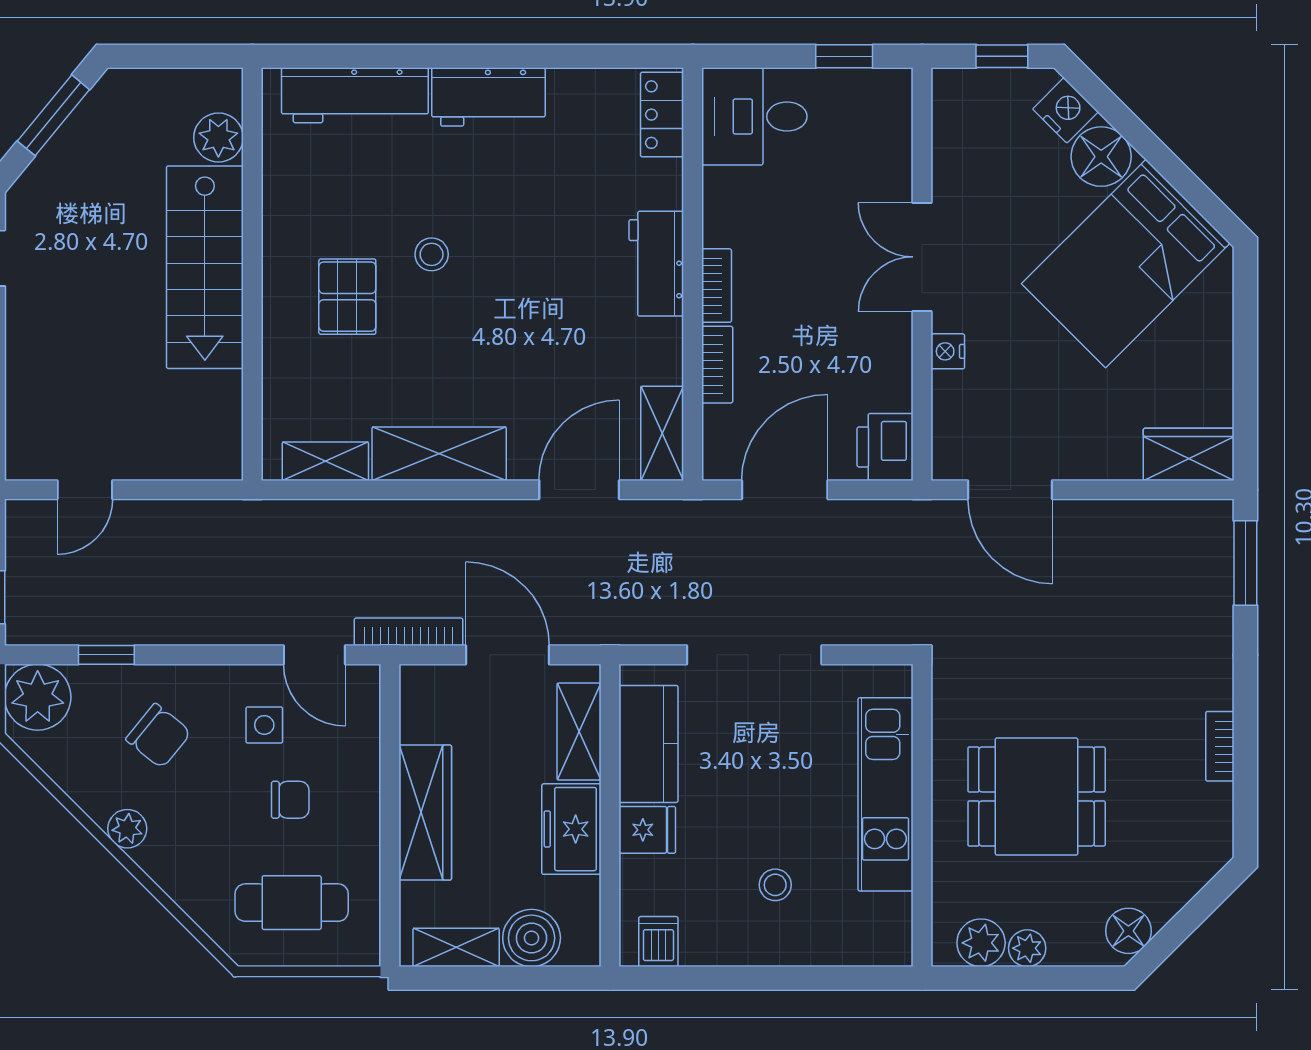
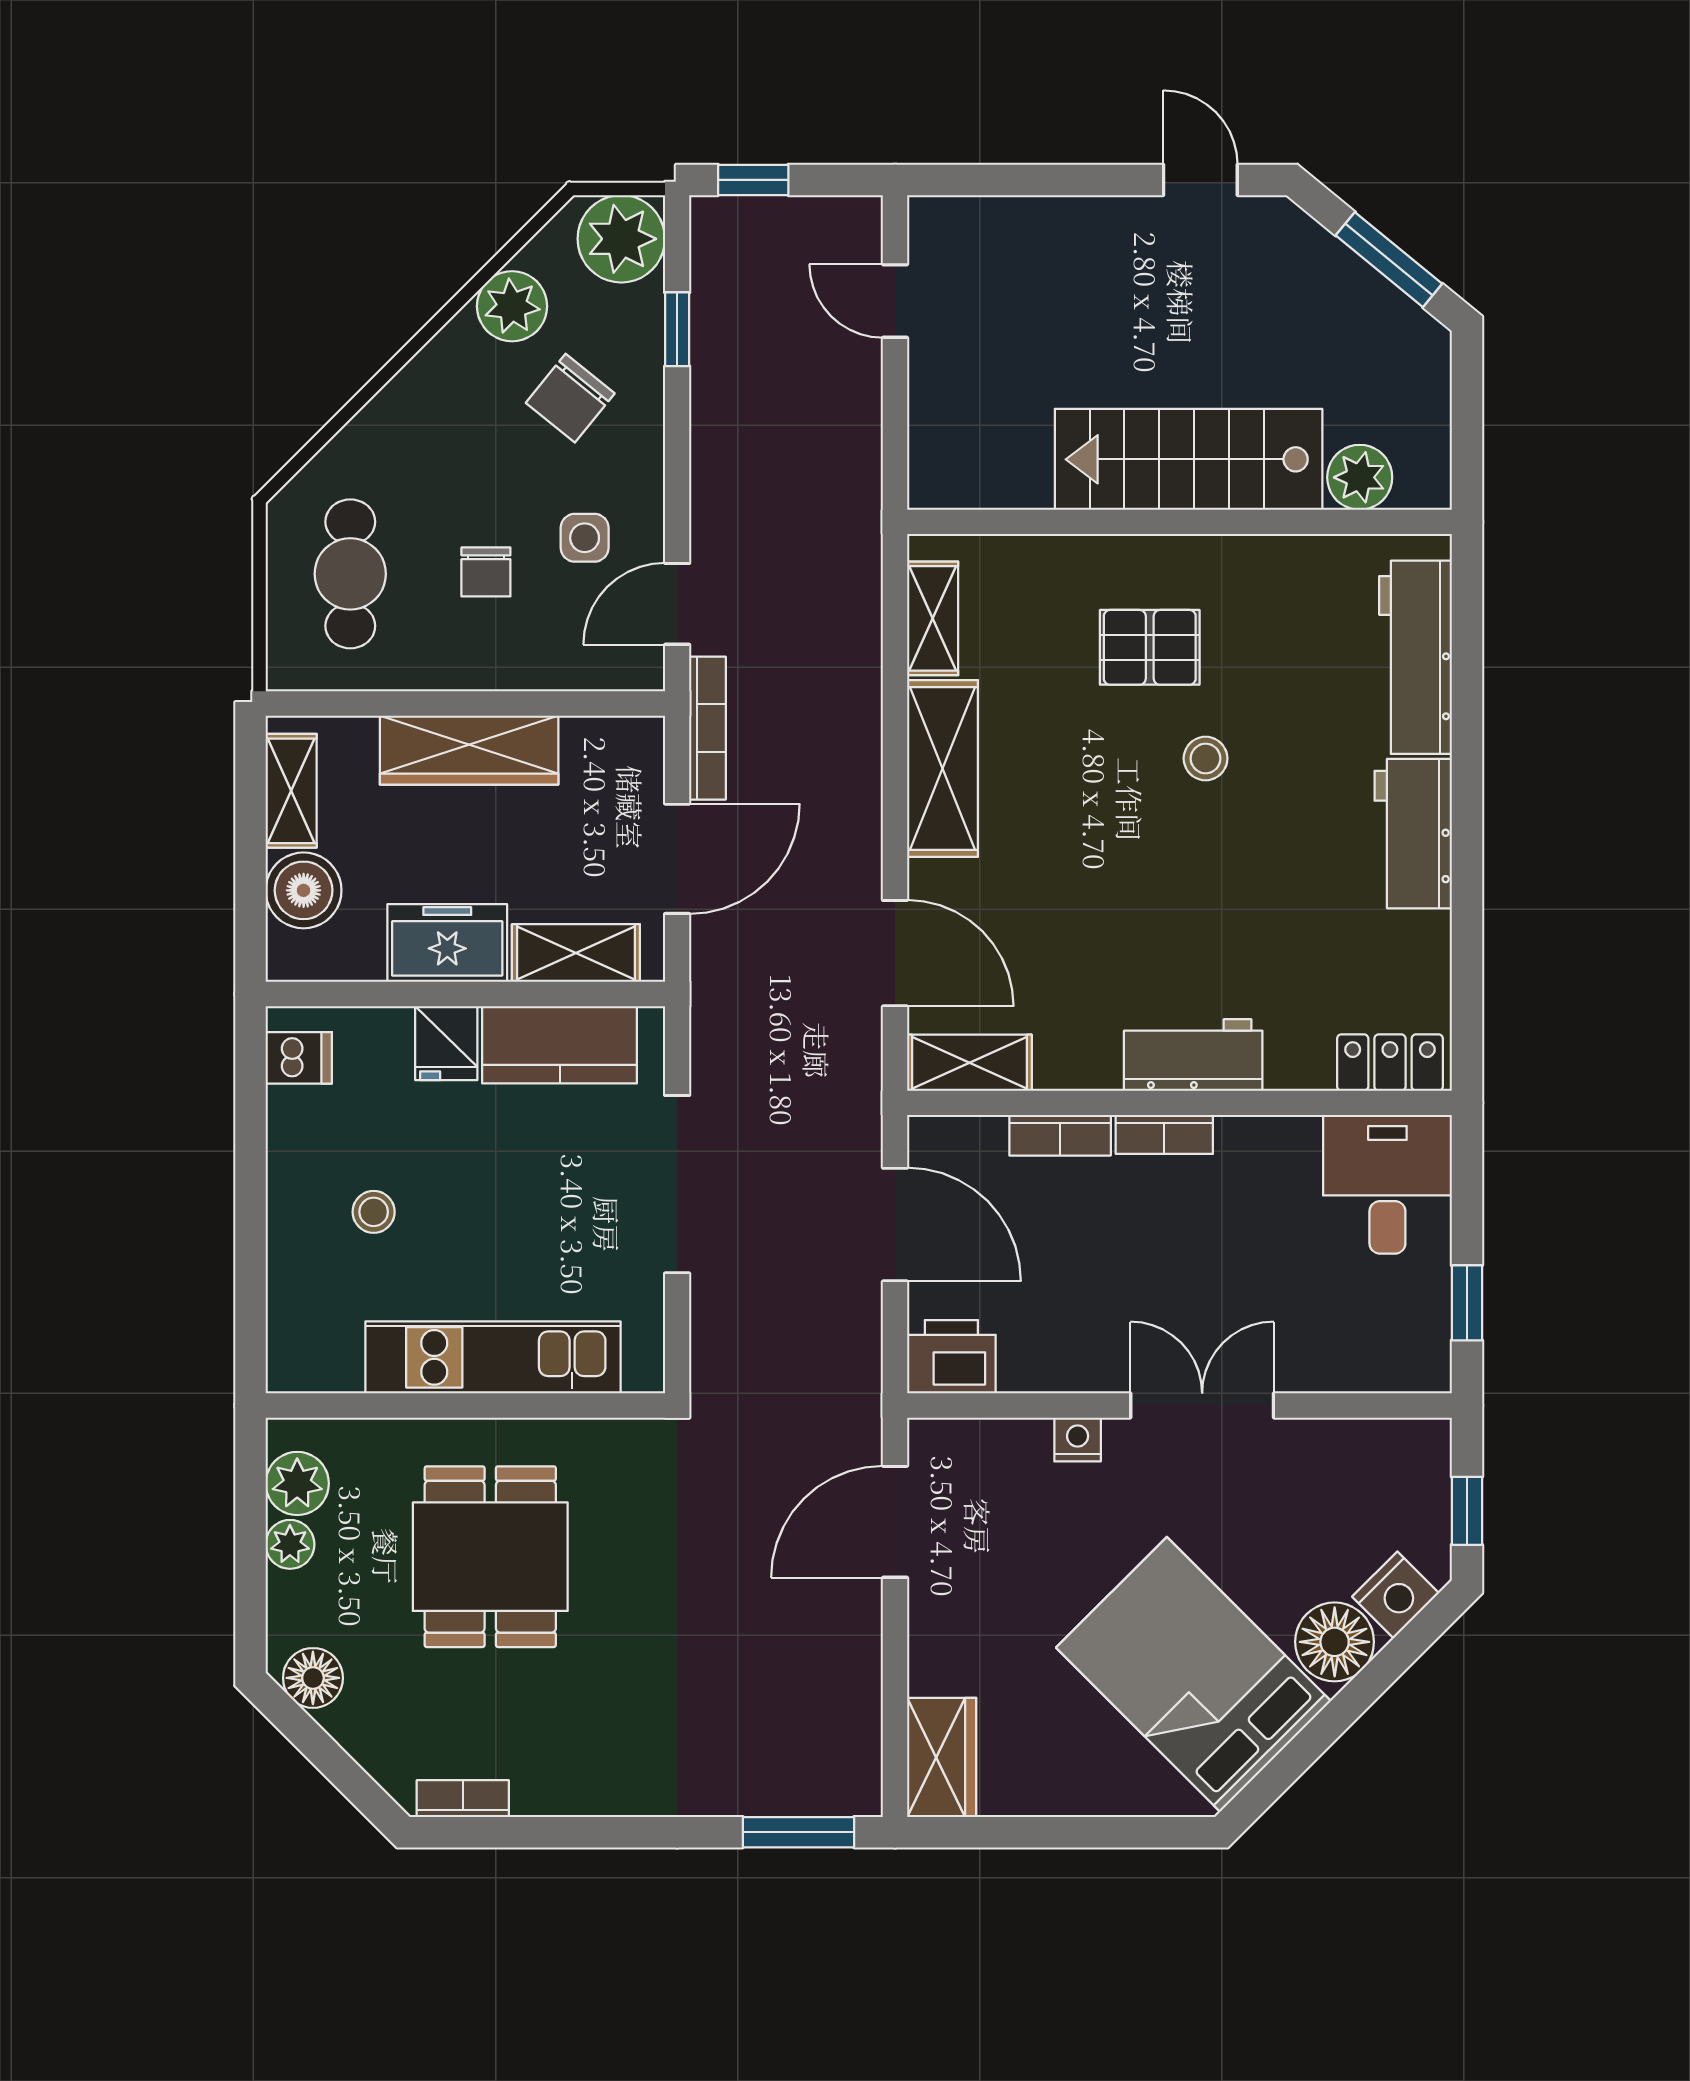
bookcase: (1220, 746) -> (463, 1799), moved
plant: (127, 829) -> (512, 306), moved, width x1.38, depth x1.38

